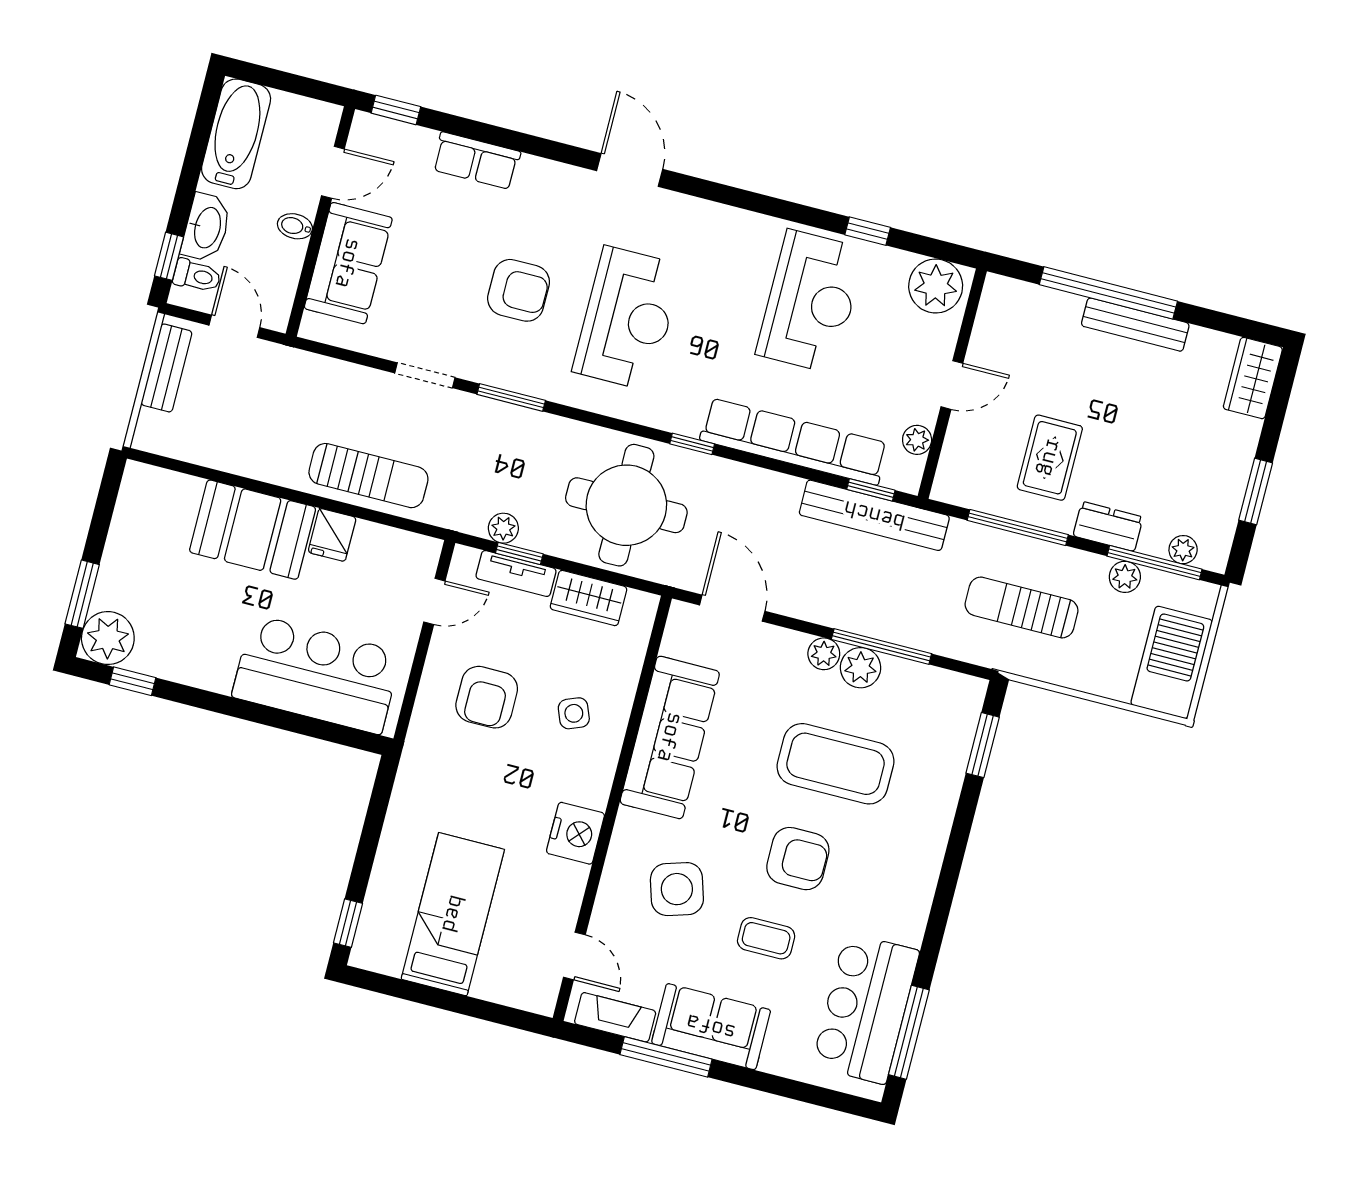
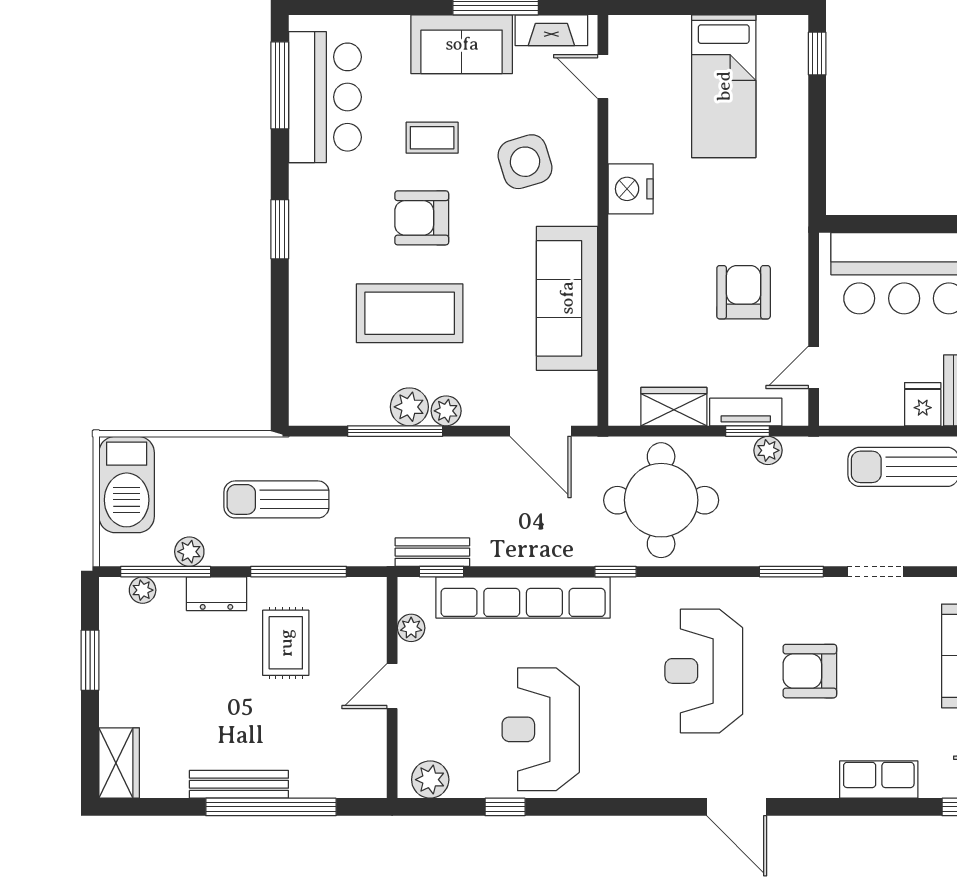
plant: (936, 286) -> (430, 780), width x0.73, depth x0.73
bench: (874, 515) -> (432, 552), width x0.54, depth x0.82
sun lounger: (1022, 607) -> (276, 499), turned 180
side table: (574, 713) -> (660, 298), removed
window: (983, 745) -> (280, 229), moved

